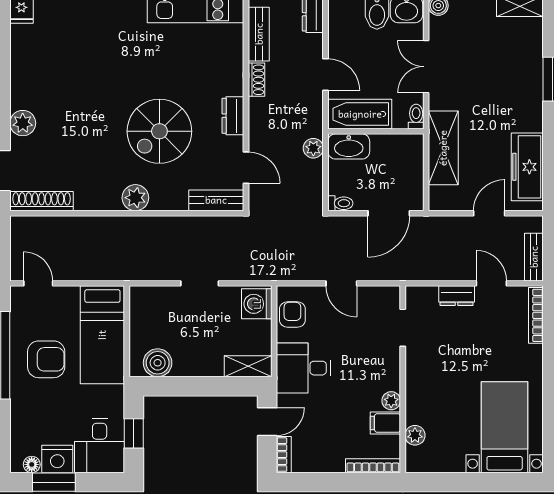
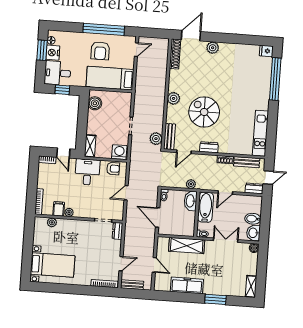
freezer: (527, 167) -> (187, 285), moved
plant: (223, 229) -> (156, 139), added
dresser: (457, 296) -> (118, 231), moved

